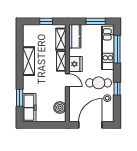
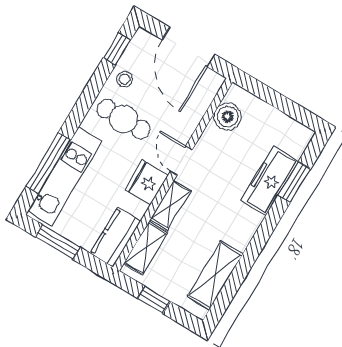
shelving: (29, 61) -> (215, 275), moved
window: (117, 89) -> (117, 49), moved
freezer: (29, 108) -> (269, 181), moved
door: (90, 125) -> (188, 47), hinge flipped

